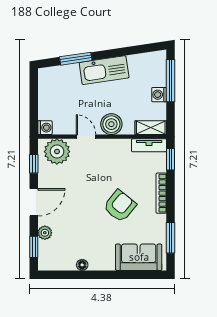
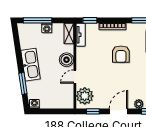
washing machine: (45, 128) -> (34, 104), moved
door: (34, 202) -> (119, 111), hinge flipped
armchair: (120, 206) -> (121, 54), turned -129

